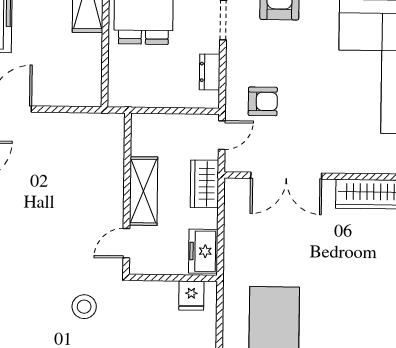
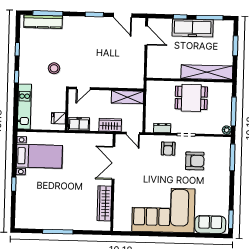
armchair: (263, 101) -> (168, 149), moved
shelving: (144, 191) -> (127, 97), moved
door: (126, 243) -> (83, 88), swing flipped

